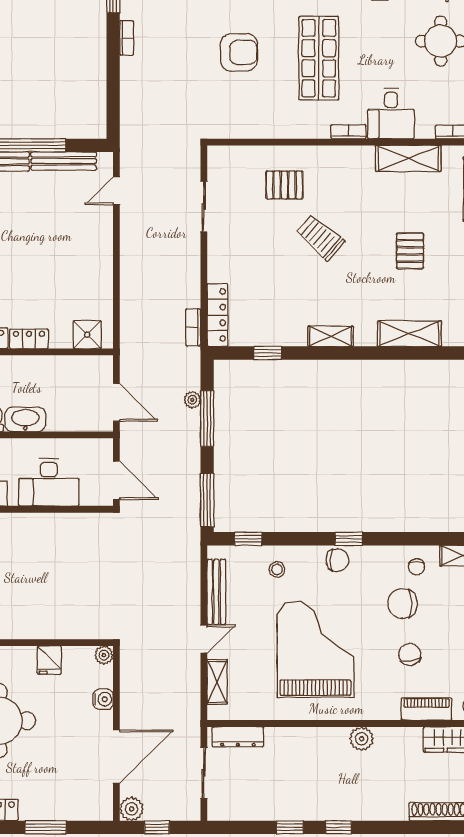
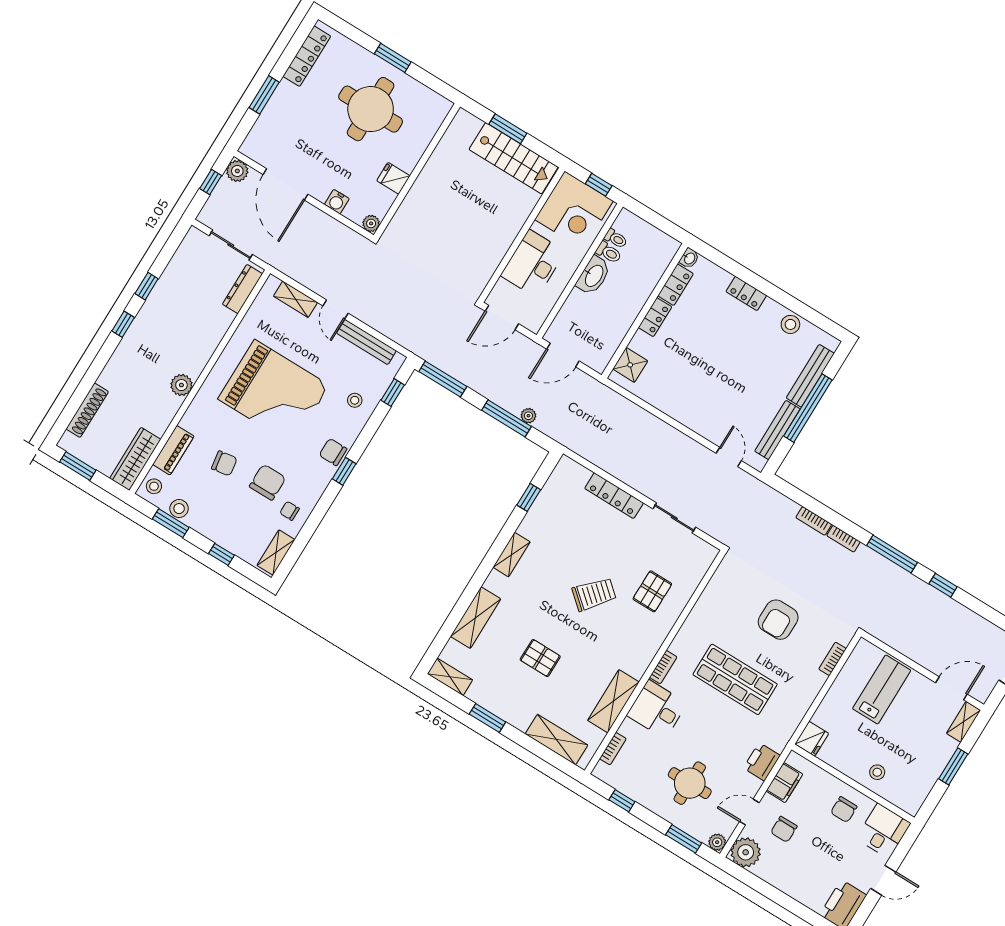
locker: (218, 315) -> (614, 496), moved
bookcase: (193, 327) -> (814, 521), moved, turned 180
chair: (337, 560) -> (333, 452), turned 90

